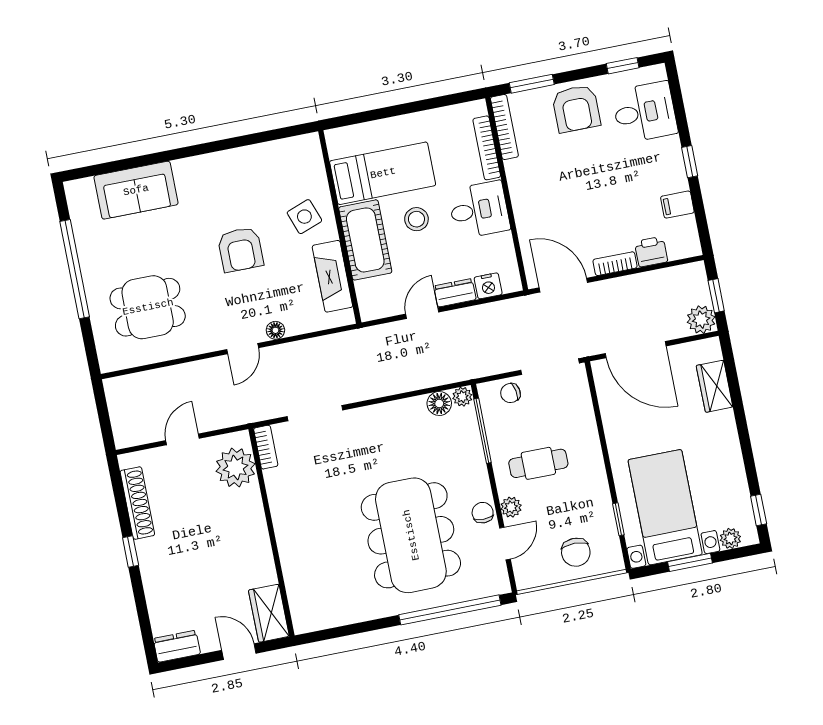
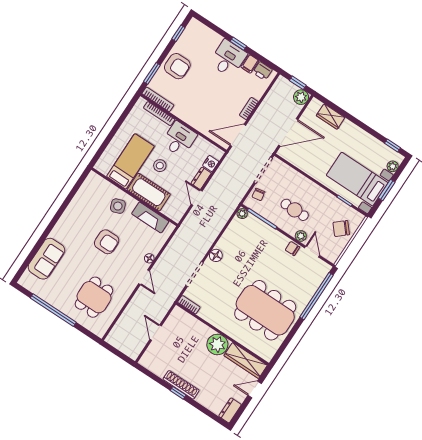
desk: (645, 112) -> (228, 58), moved
printer: (651, 252) -> (263, 71), moved, turned -90
floor lamp: (439, 404) -> (216, 255), moved
cafe table: (538, 463) -> (295, 210), turned 90
plant: (236, 468) -> (217, 344), moved
shoe rack: (137, 503) -> (181, 385), moved
dining table: (411, 535) -> (265, 310), moved
chair: (576, 552) -> (341, 229), turned 139
wardrobe: (269, 613) -> (246, 360), width x1.50

